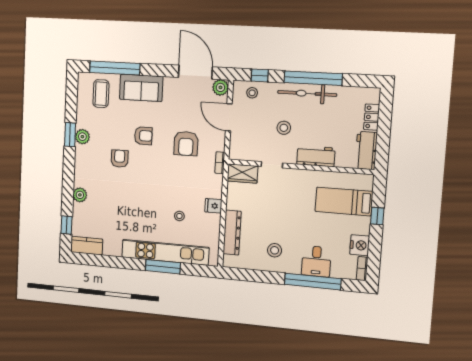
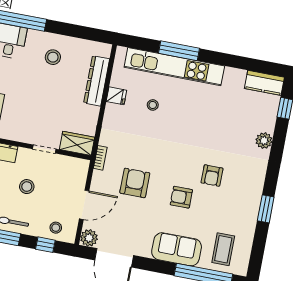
door: (229, 117) -> (84, 205), hinge flipped
plant: (82, 137) -> (252, 205), removed
fridge: (213, 206) -> (116, 96), moved

